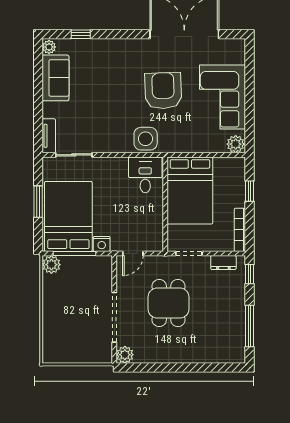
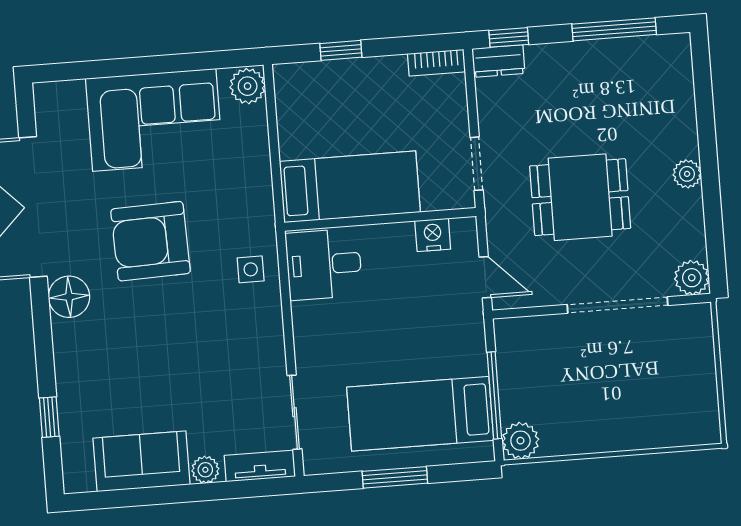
plant: (49, 47) -> (205, 470), moved
floor lamp: (139, 49) -> (69, 297), added
side table: (146, 139) -> (251, 269), width x0.54, depth x0.54
bed: (190, 190) -> (350, 187), width x0.67
bed: (68, 216) -> (420, 414), width x0.67
bookcase: (240, 230) -> (436, 63), width x0.64
nightstand: (102, 244) -> (433, 235), moved, turned -90
dresser: (223, 263) -> (498, 61), moved, turned 90
plant: (176, 356) -> (687, 174), added

